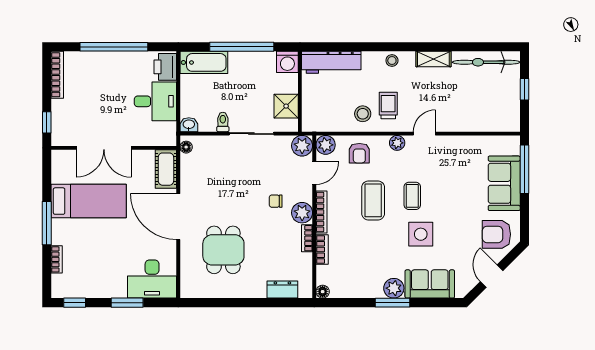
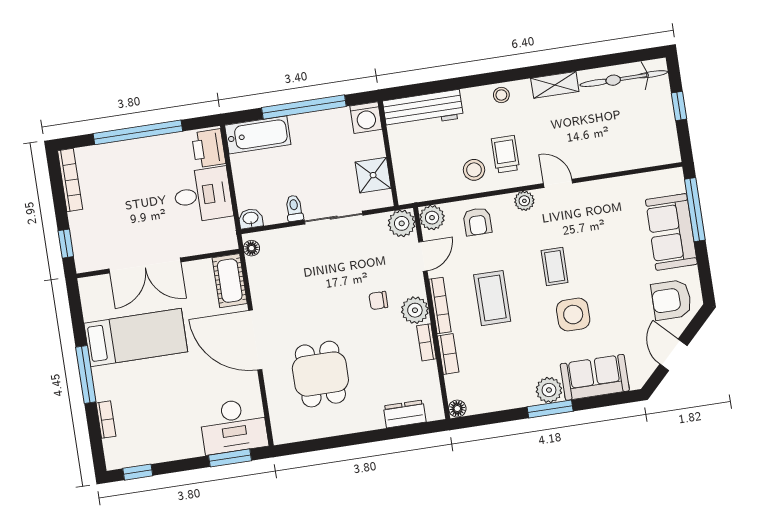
door: (424, 134) -> (558, 183), hinge flipped
coffee table: (373, 200) -> (492, 298), moved
window: (127, 303) -> (230, 458), moved

